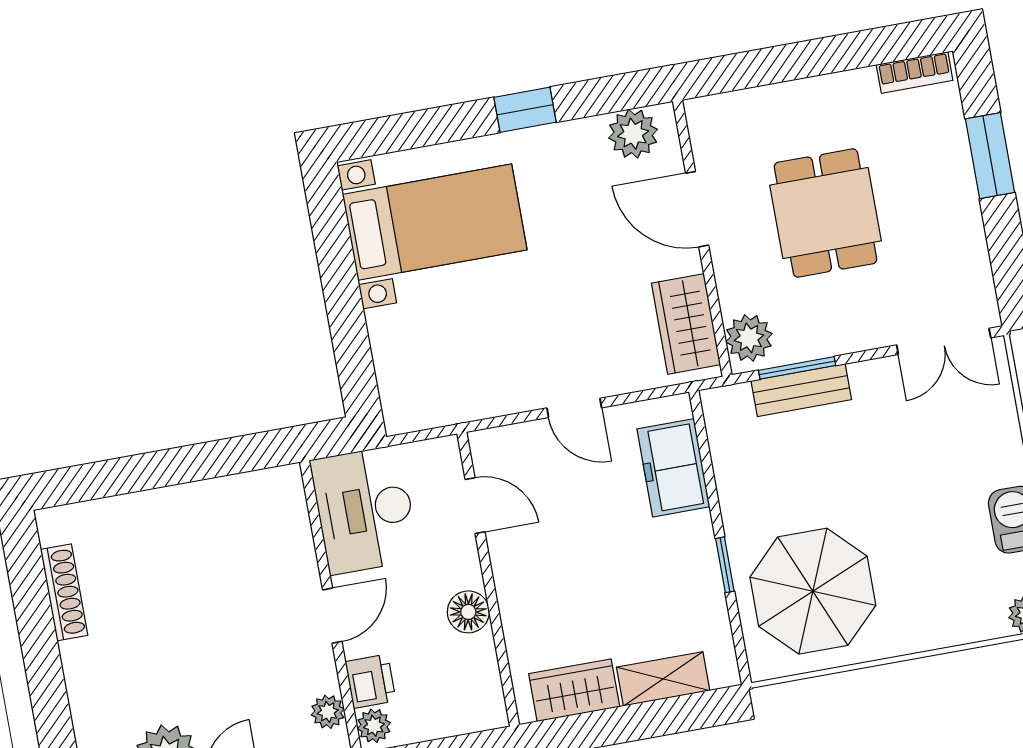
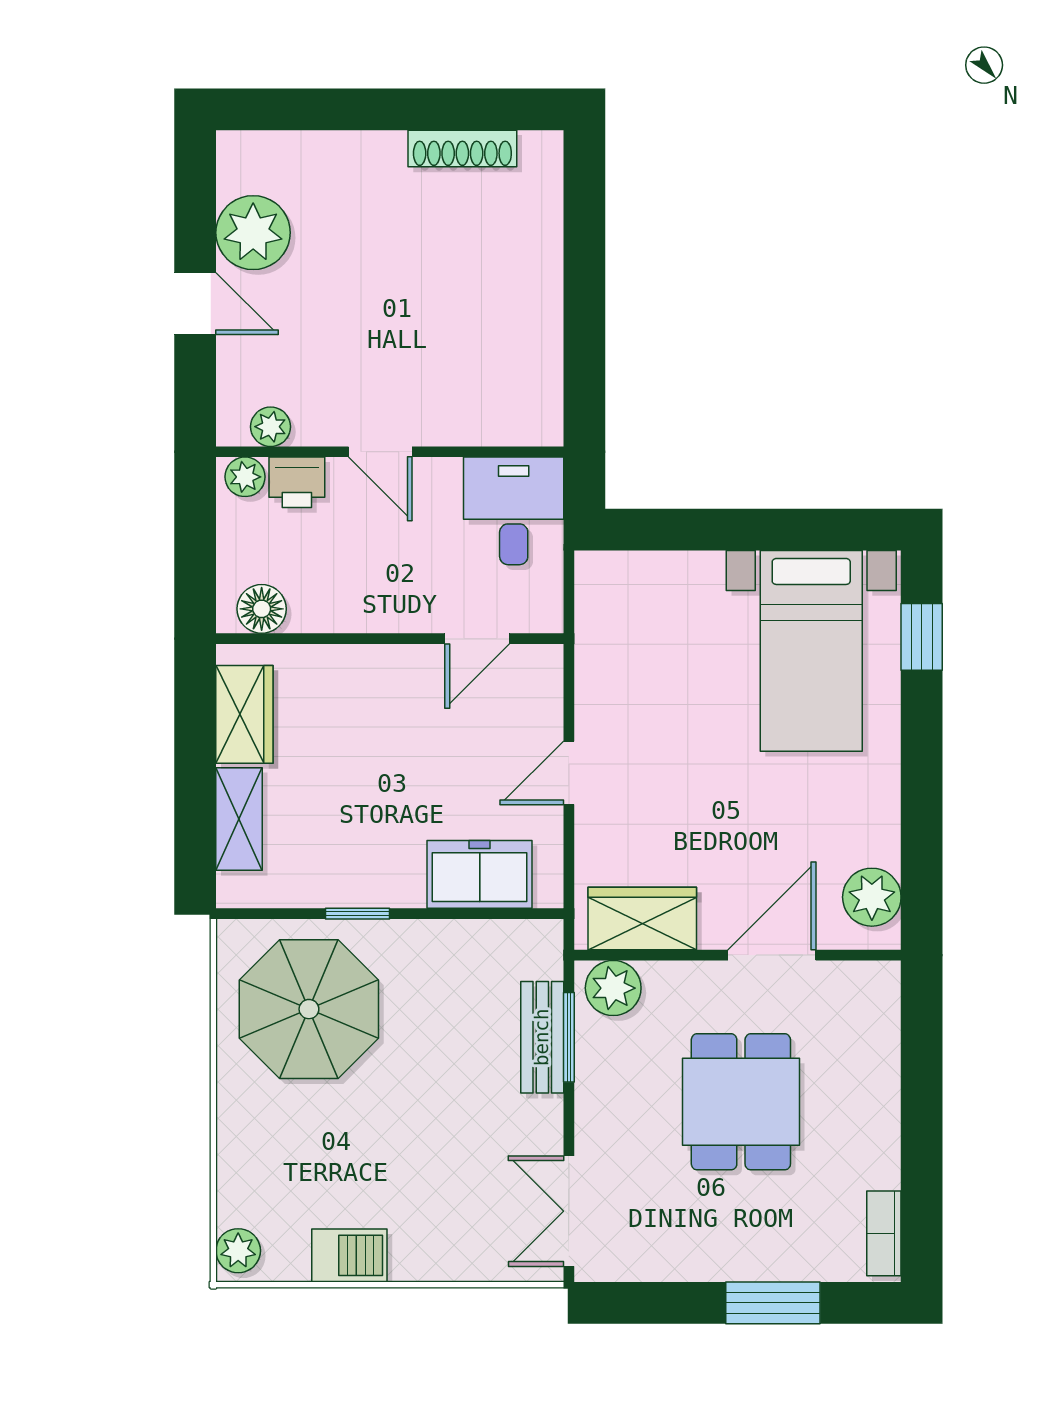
window: (525, 110) -> (922, 637), moved
dining table: (825, 213) -> (741, 1102), turned 90
desk: (365, 510) -> (514, 511), width x0.73
floor lamp: (468, 612) -> (262, 609), moved

